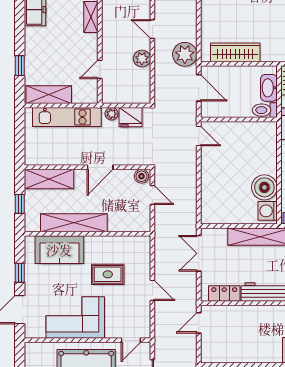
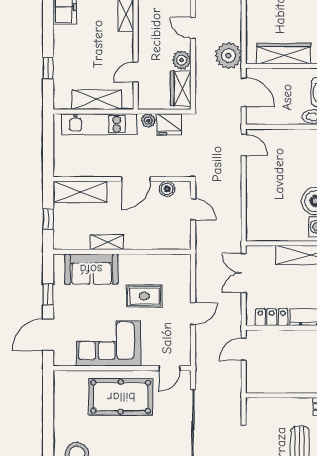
wardrobe: (141, 84) -> (181, 88), added
shelving: (49, 95) -> (97, 100), moved
boiler: (141, 176) -> (167, 189), moved
shelving: (74, 223) -> (107, 242), width x0.45, depth x0.75
door: (152, 290) -> (193, 314), hinge flipped

